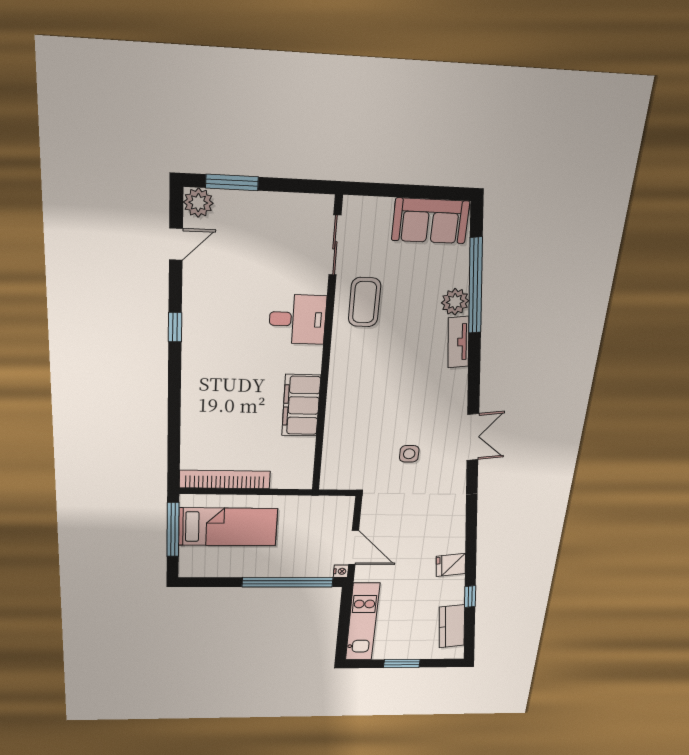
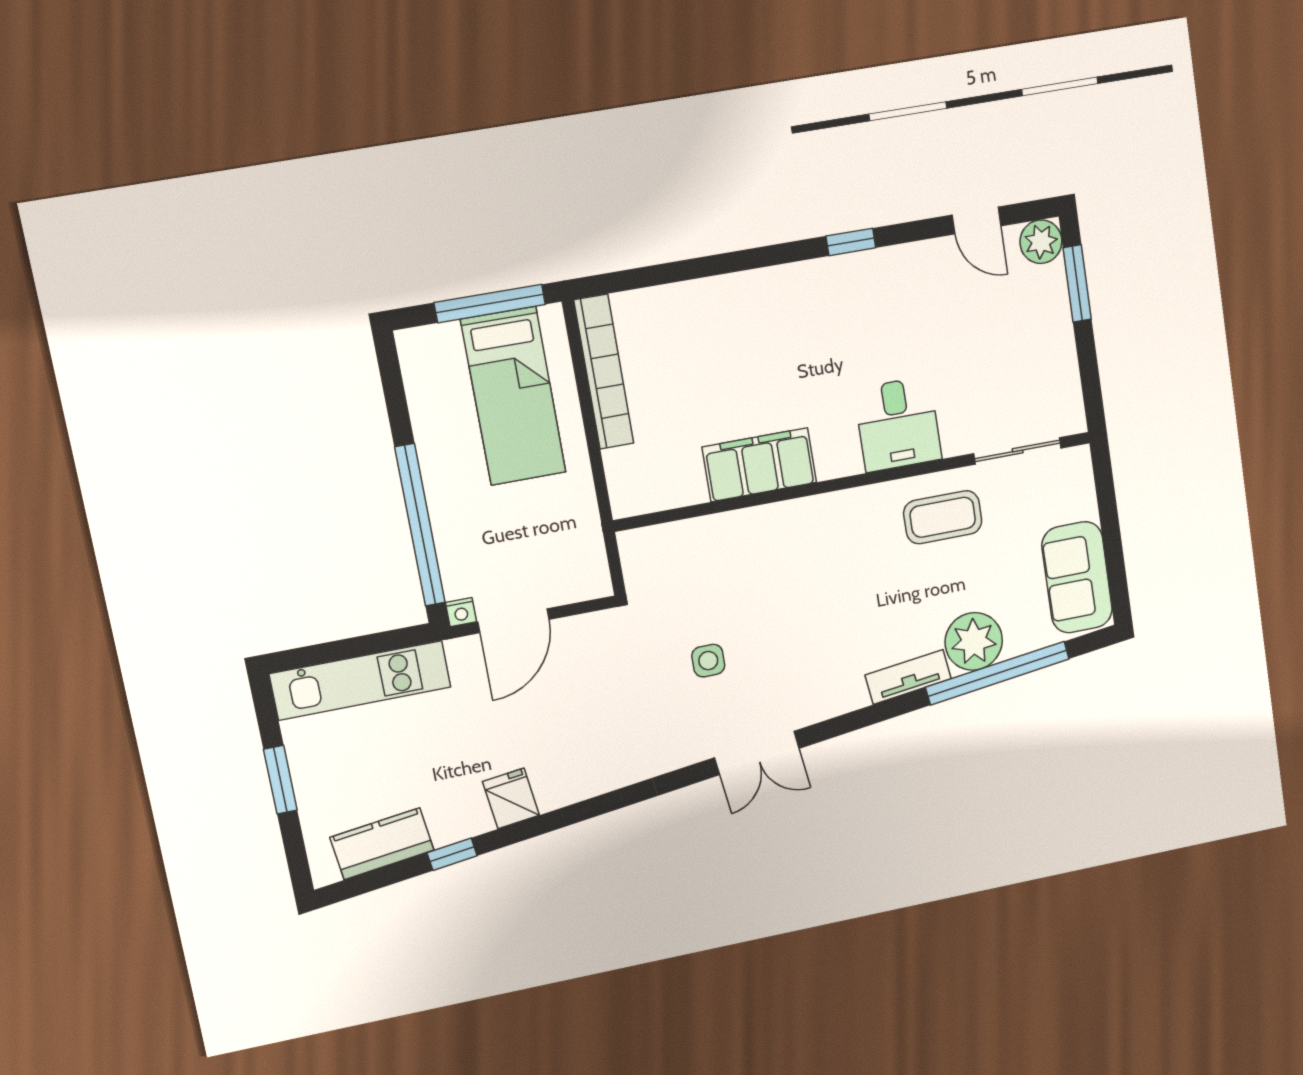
plant: (455, 302) -> (974, 641), width x1.36, depth x1.36

